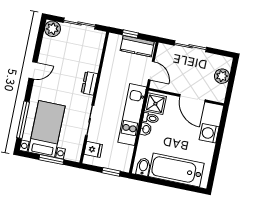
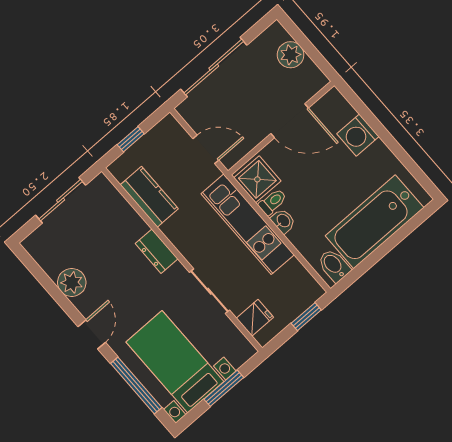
plant: (52, 29) -> (72, 282), moved
kitchen counter: (137, 46) -> (149, 197), moved, turned -90
sliding door: (190, 46) -> (214, 67), width x1.37
door: (33, 70) -> (92, 334), moved

